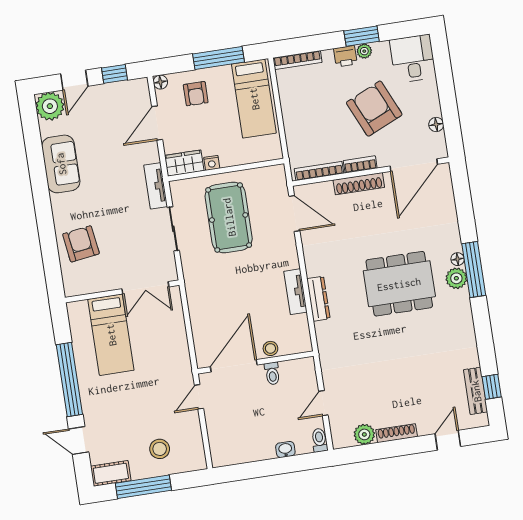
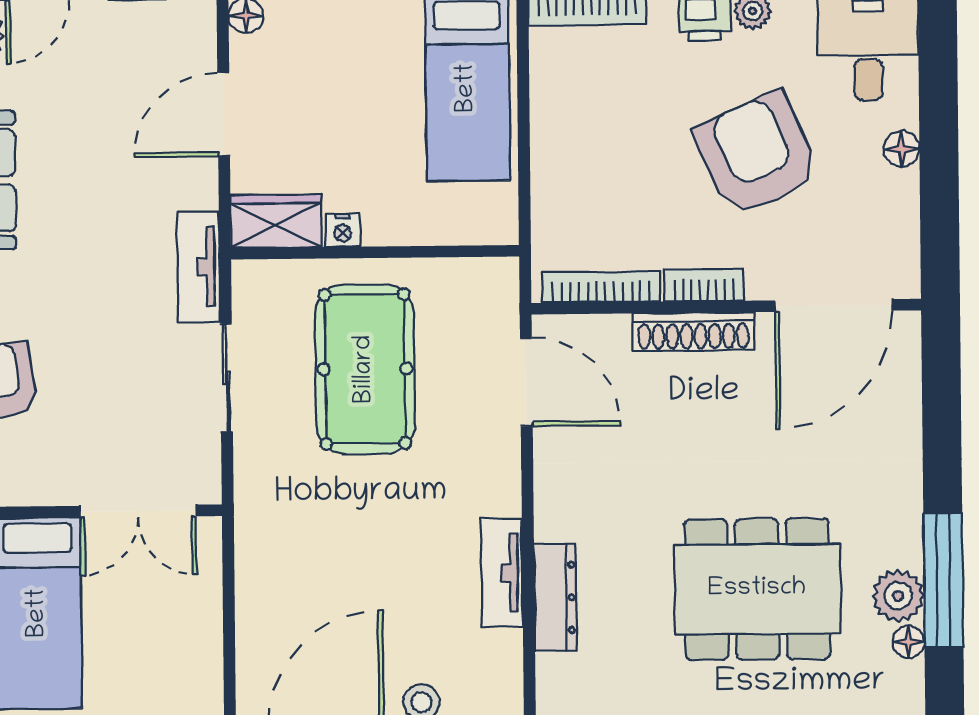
armchair: (196, 94) -> (328, 56), removed
floor lamp: (436, 125) -> (902, 149), moved
floor lamp: (458, 259) -> (909, 642), moved

